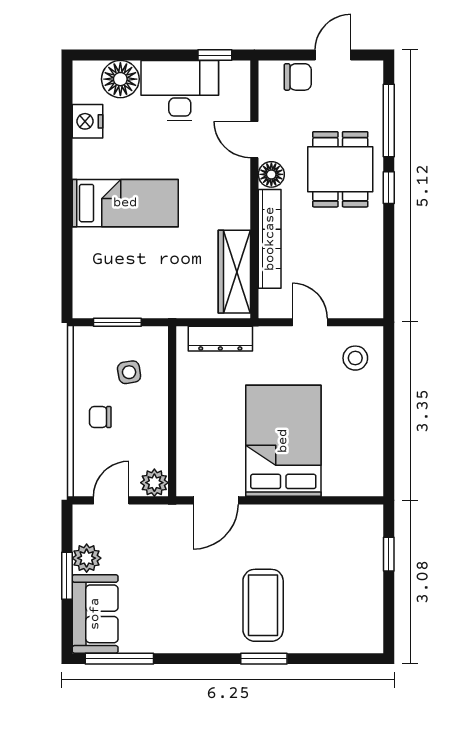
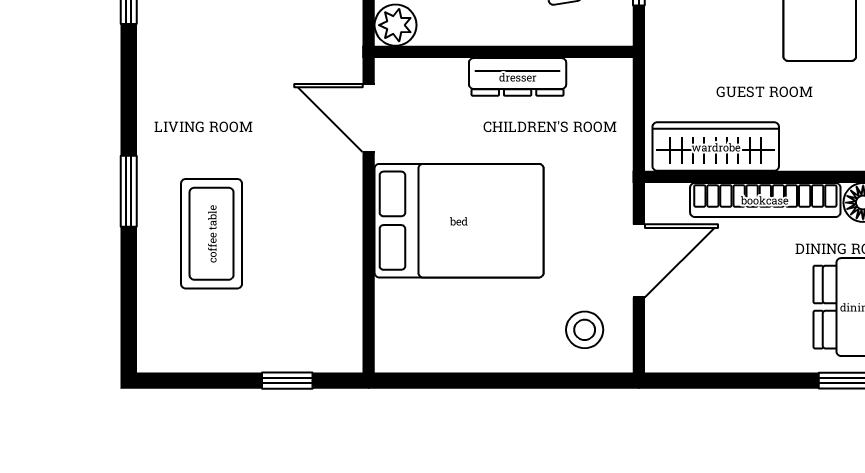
door: (310, 322) -> (639, 261), width x1.38
dresser: (220, 339) -> (518, 77), moved, turned -90
coffee table: (263, 605) -> (212, 234), moved, turned 90

